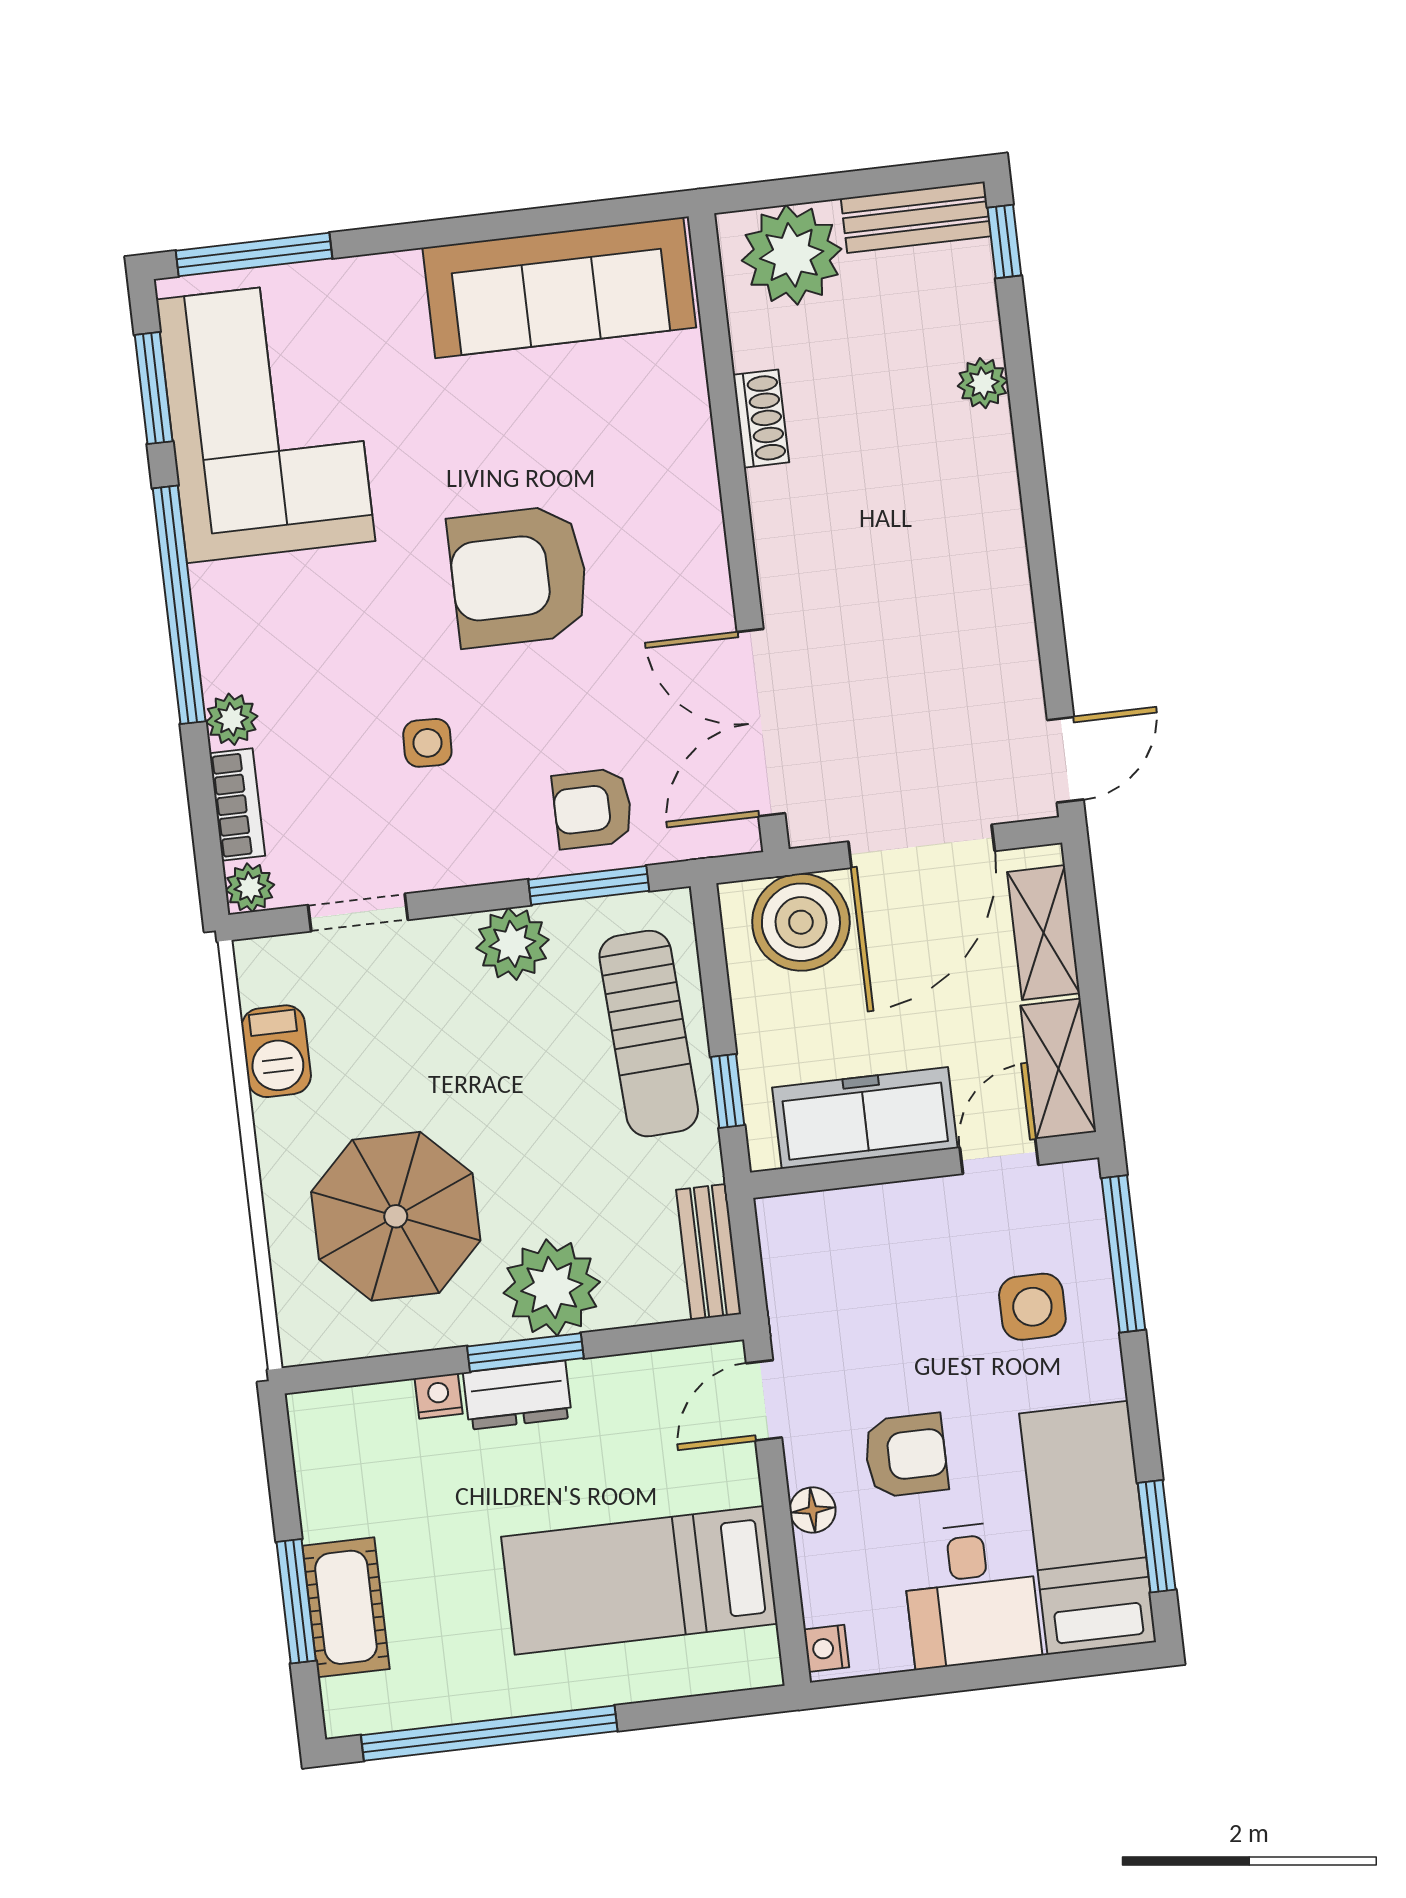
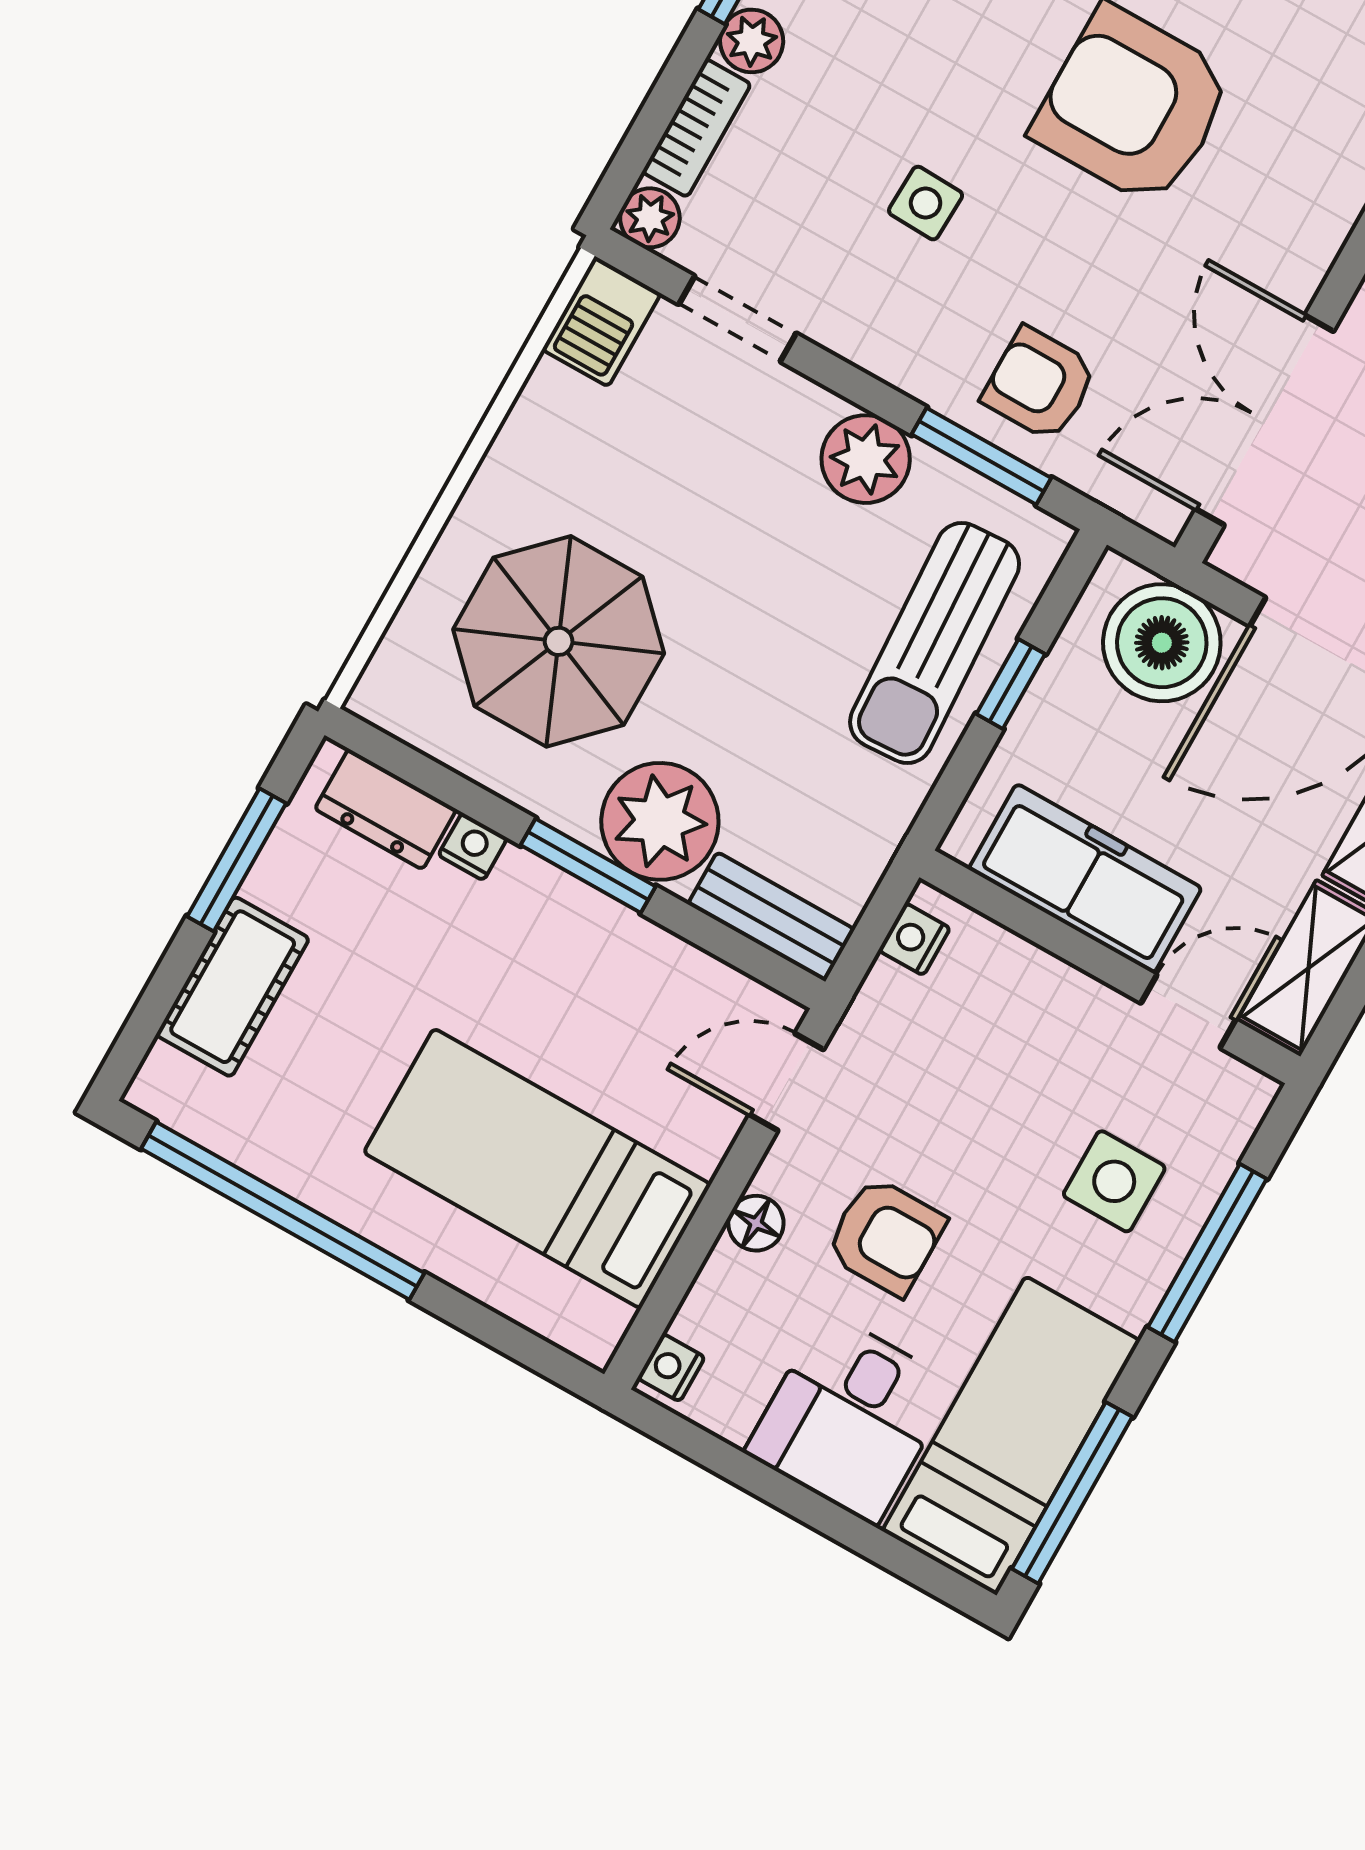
barbecue: (276, 1051) -> (601, 321), moved
window: (728, 1091) -> (1011, 684), moved
nightstand: (780, 1242) -> (914, 939), added
bench: (709, 1252) -> (771, 917), moved, turned 90
window: (1123, 1254) -> (1207, 1253), moved
dresser: (517, 1395) -> (386, 809), moved
window: (1157, 1536) -> (1072, 1493), width x1.44
window: (296, 1601) -> (237, 860), moved

